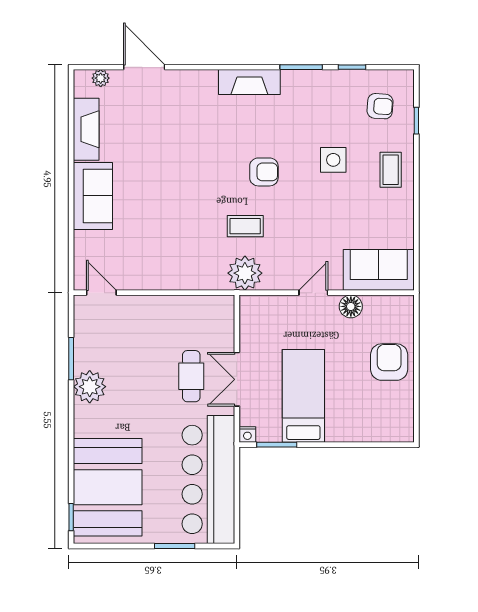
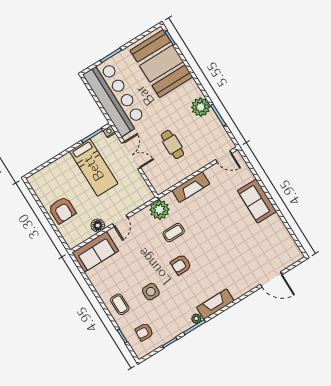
plant: (101, 78) -> (196, 319), moved
fireplace: (86, 129) -> (191, 187), moved, turned -90
cafe table: (191, 376) -> (172, 144), moved

